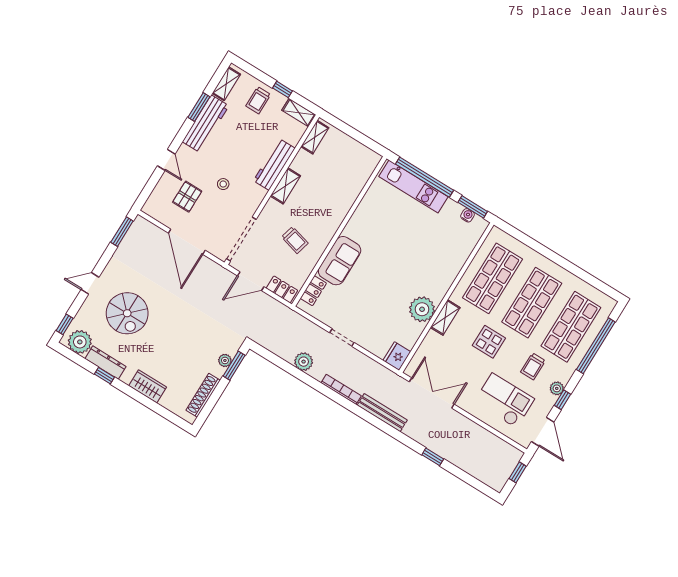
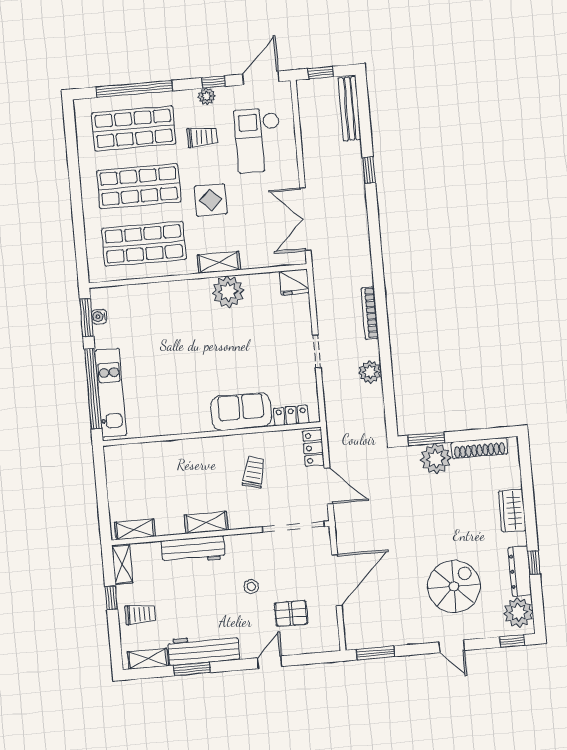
plant: (225, 360) -> (436, 459), width x1.87, depth x1.87
bench: (382, 413) -> (350, 109), moved

